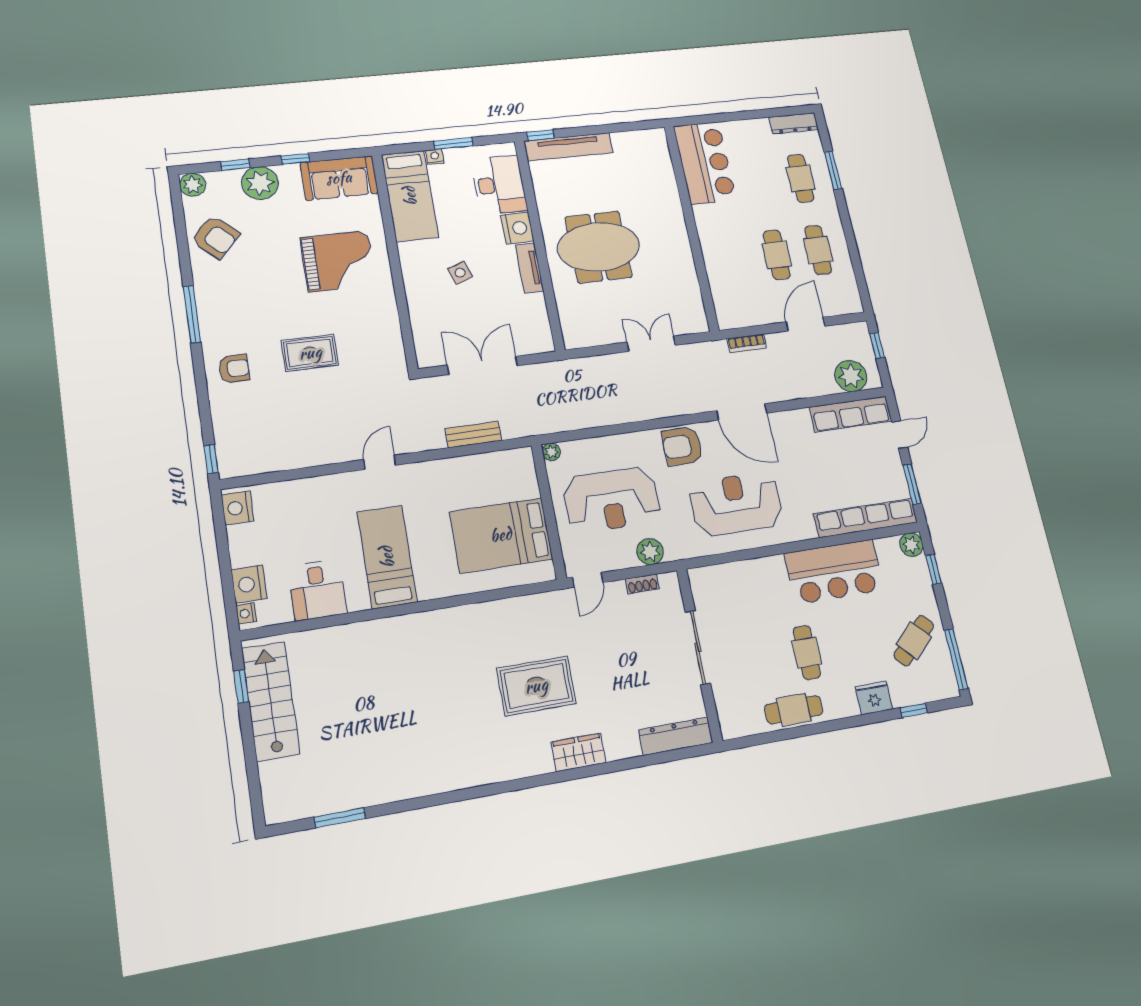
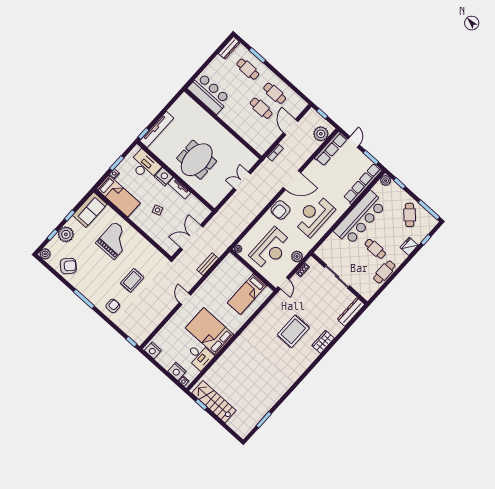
bed: (501, 535) -> (247, 294), width x0.67
bed: (387, 557) -> (210, 331), width x1.50
bar counter: (834, 572) -> (360, 218), width x1.36

